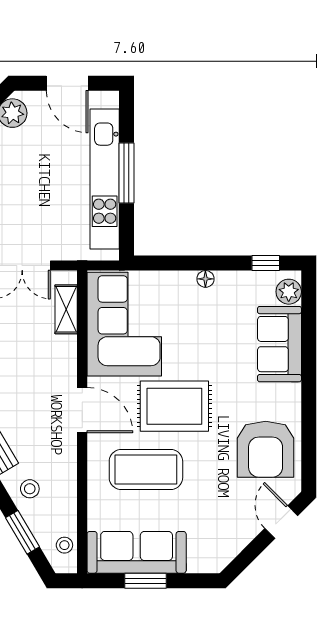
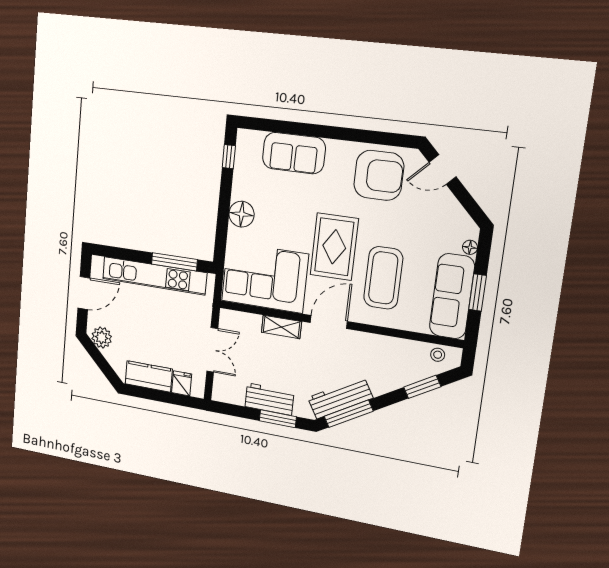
window: (126, 173) -> (174, 262), moved
floor lamp: (205, 279) -> (242, 214), width x1.89, depth x1.89
plant: (289, 292) -> (253, 140), removed
shelving: (66, 309) -> (281, 327), moved
stool: (30, 489) -> (387, 375), removed
floor lamp: (196, 565) -> (470, 247), added

